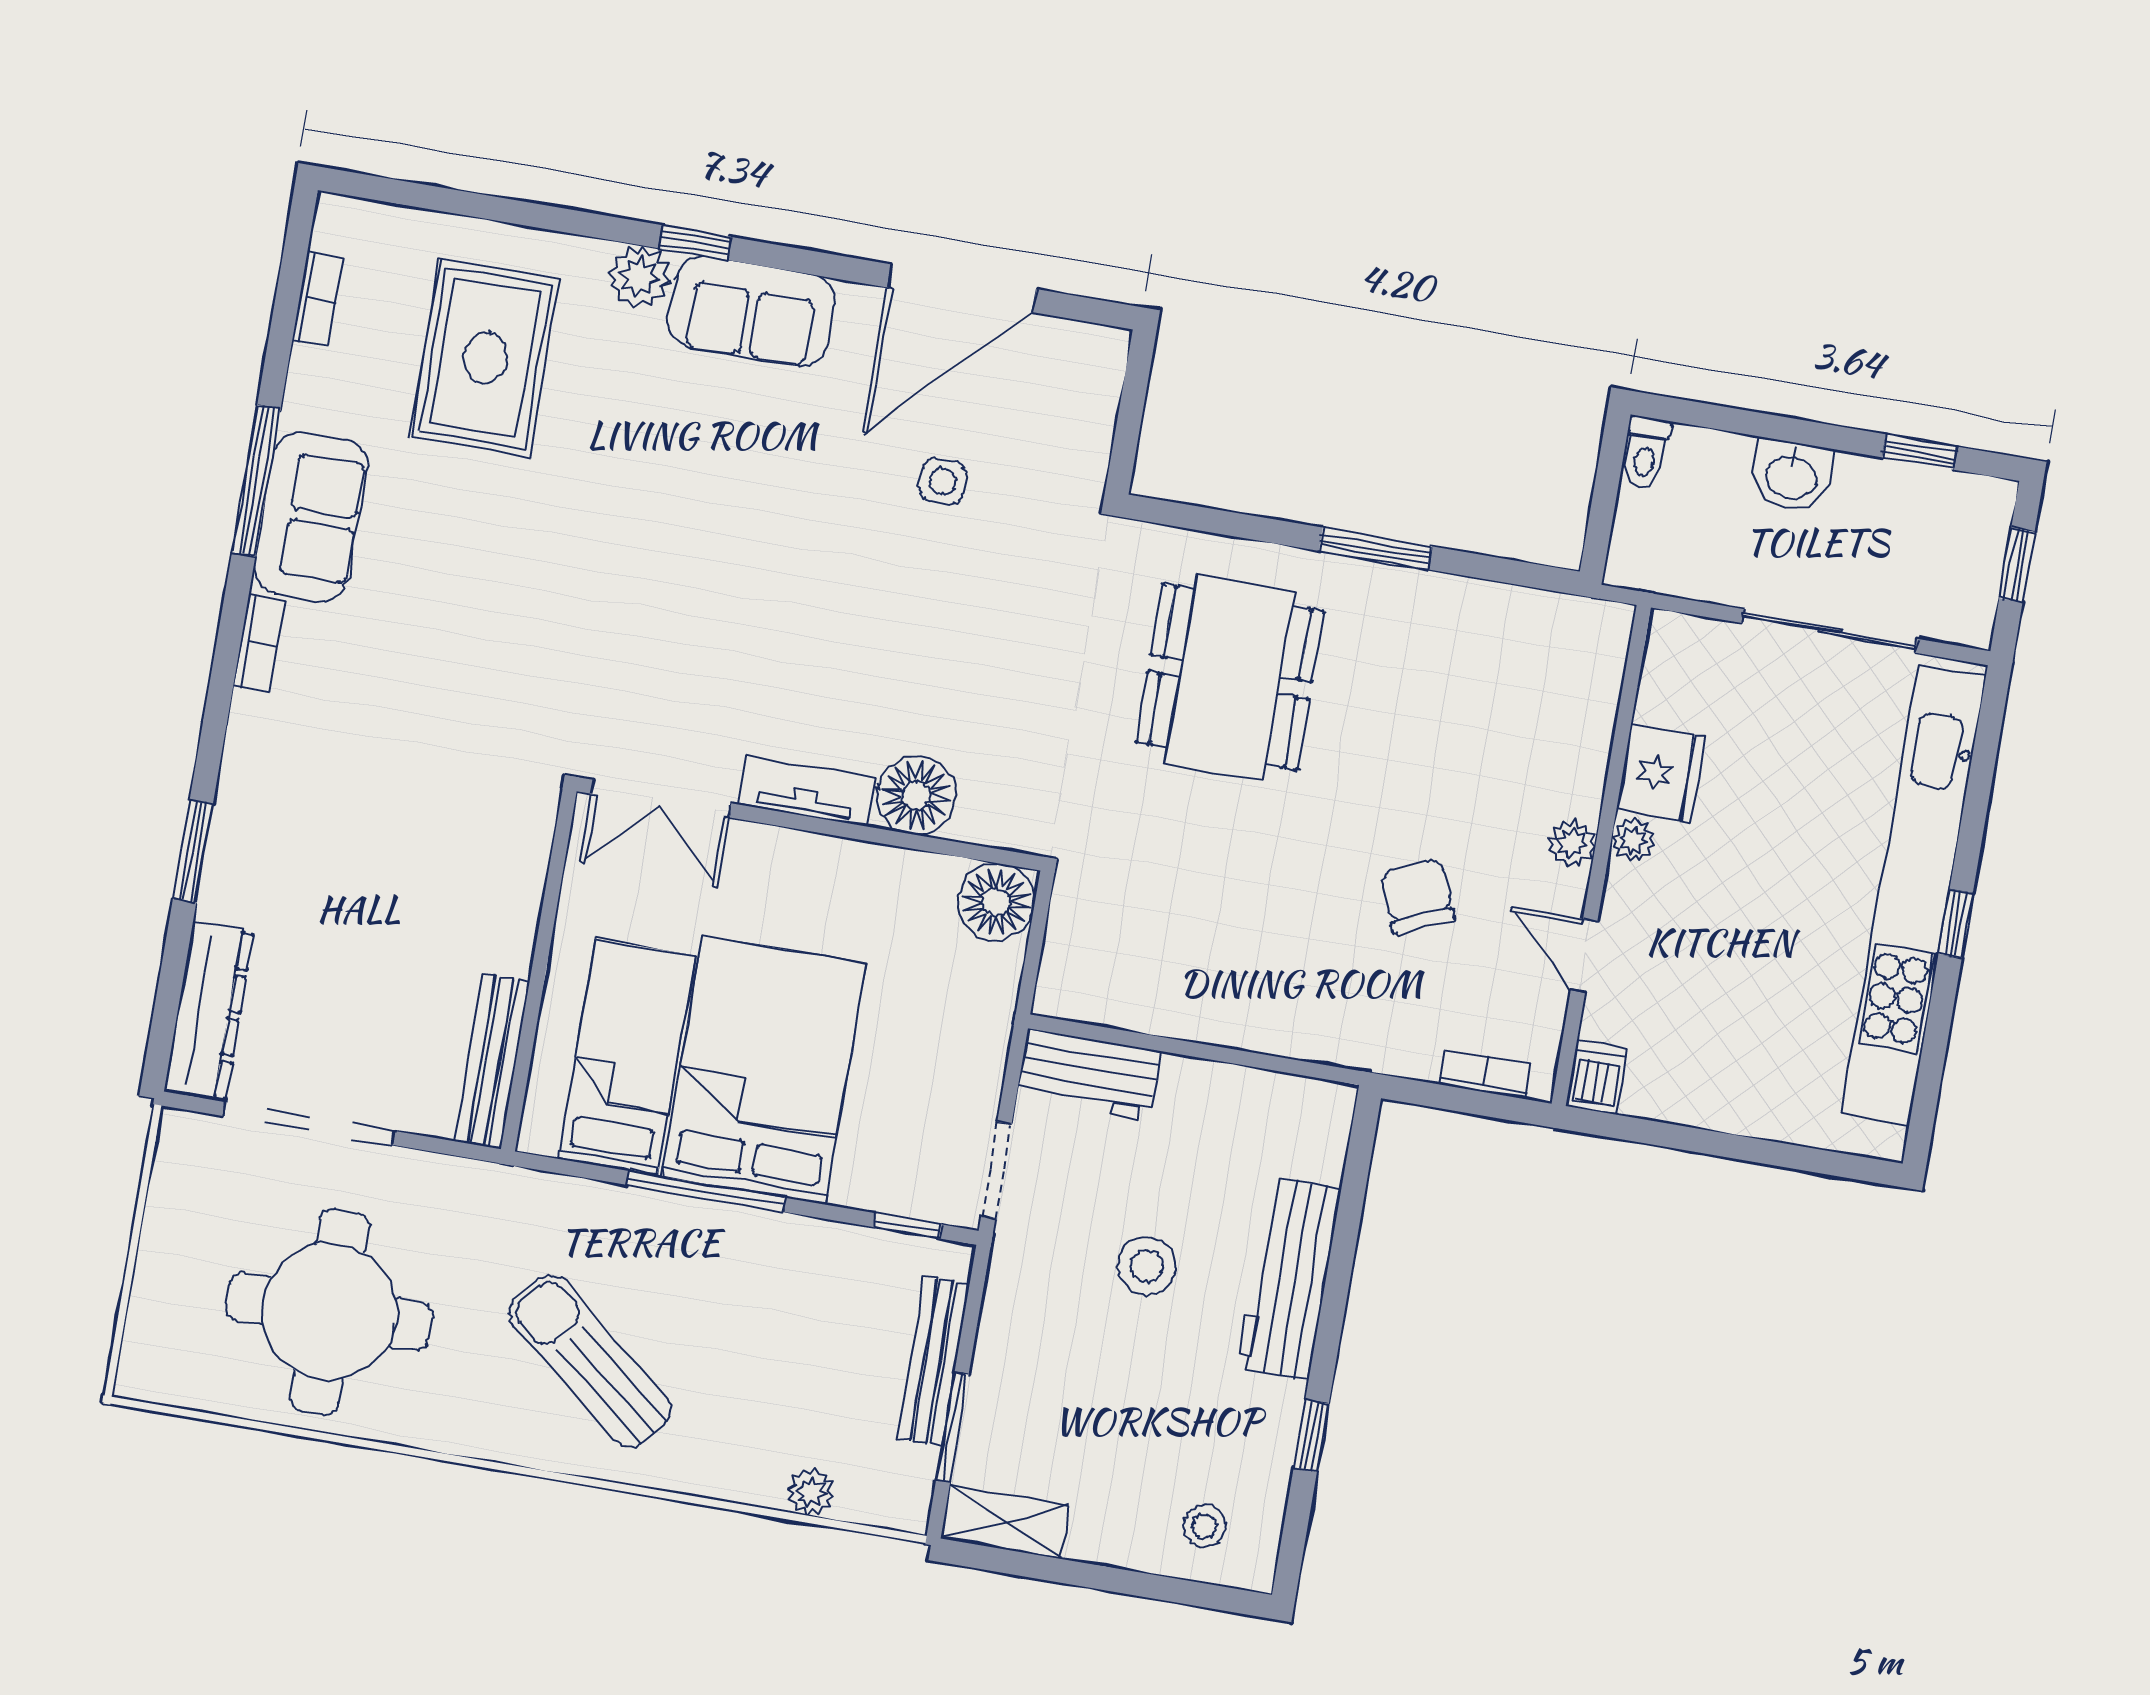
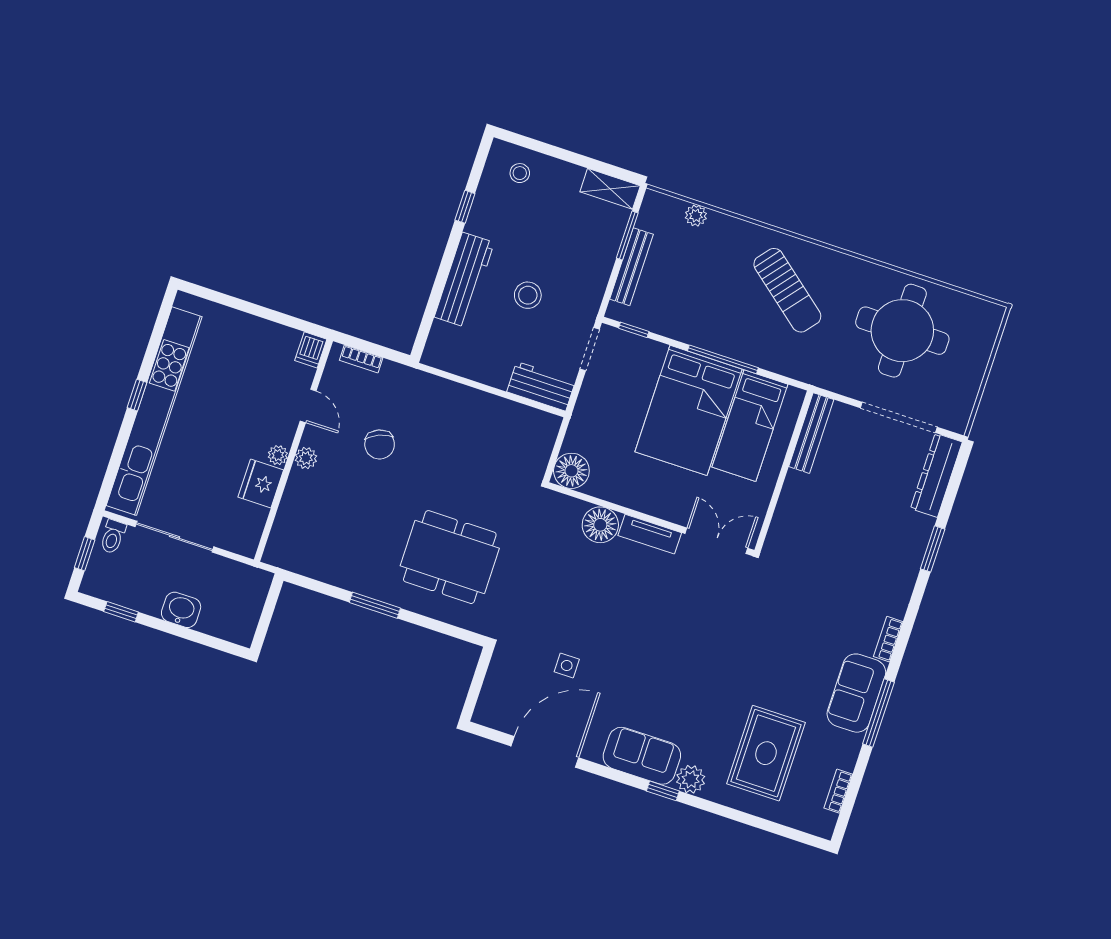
toilet: (1646, 452) -> (113, 537), moved, turned 180
dining table: (1230, 677) -> (450, 557), turned 90

